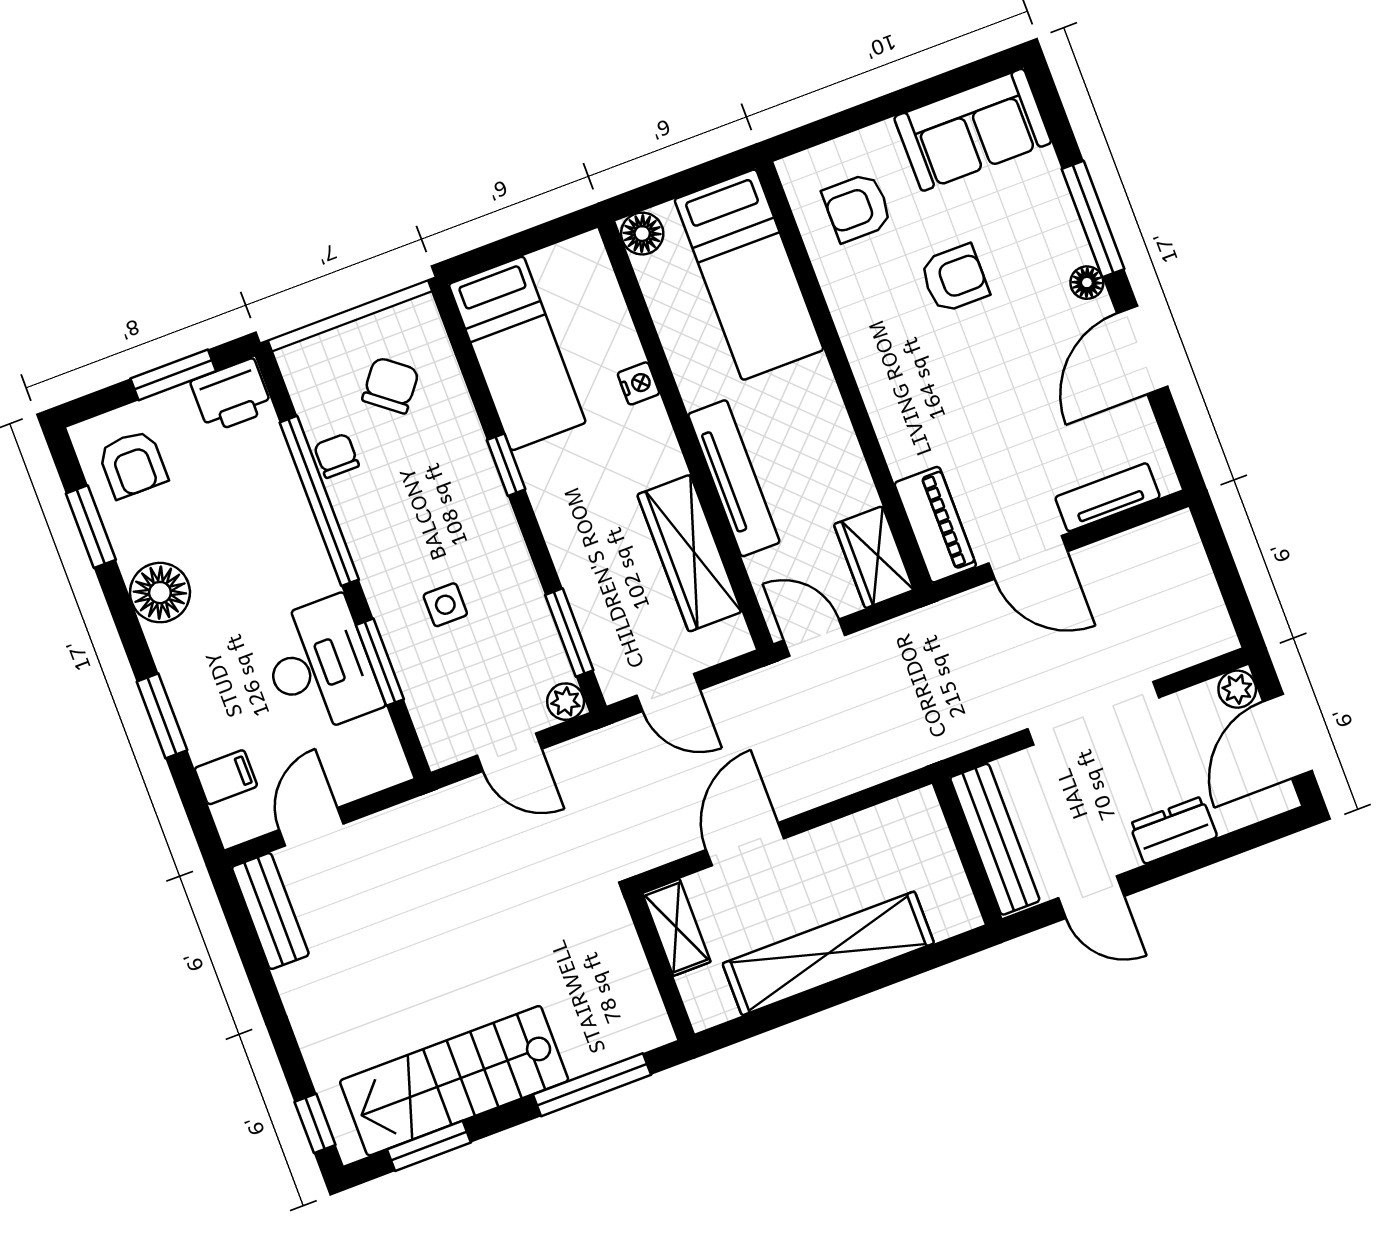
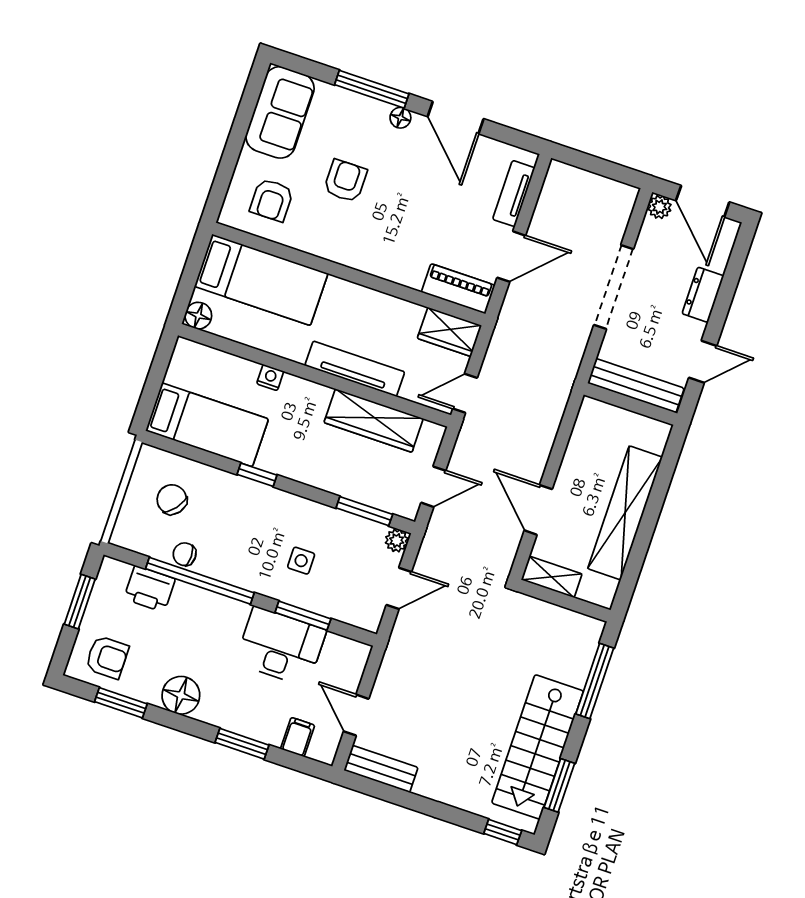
printer: (231, 396) -> (149, 589), moved, turned 90

